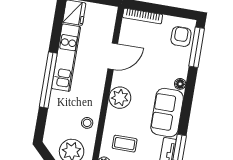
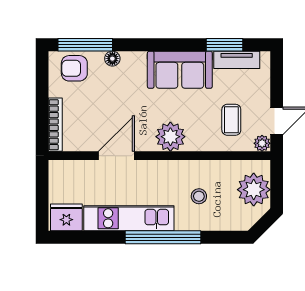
door: (113, 56) -> (116, 156), hinge flipped
floor lamp: (180, 84) -> (112, 59), moved
stool: (87, 123) -> (199, 196), moved

